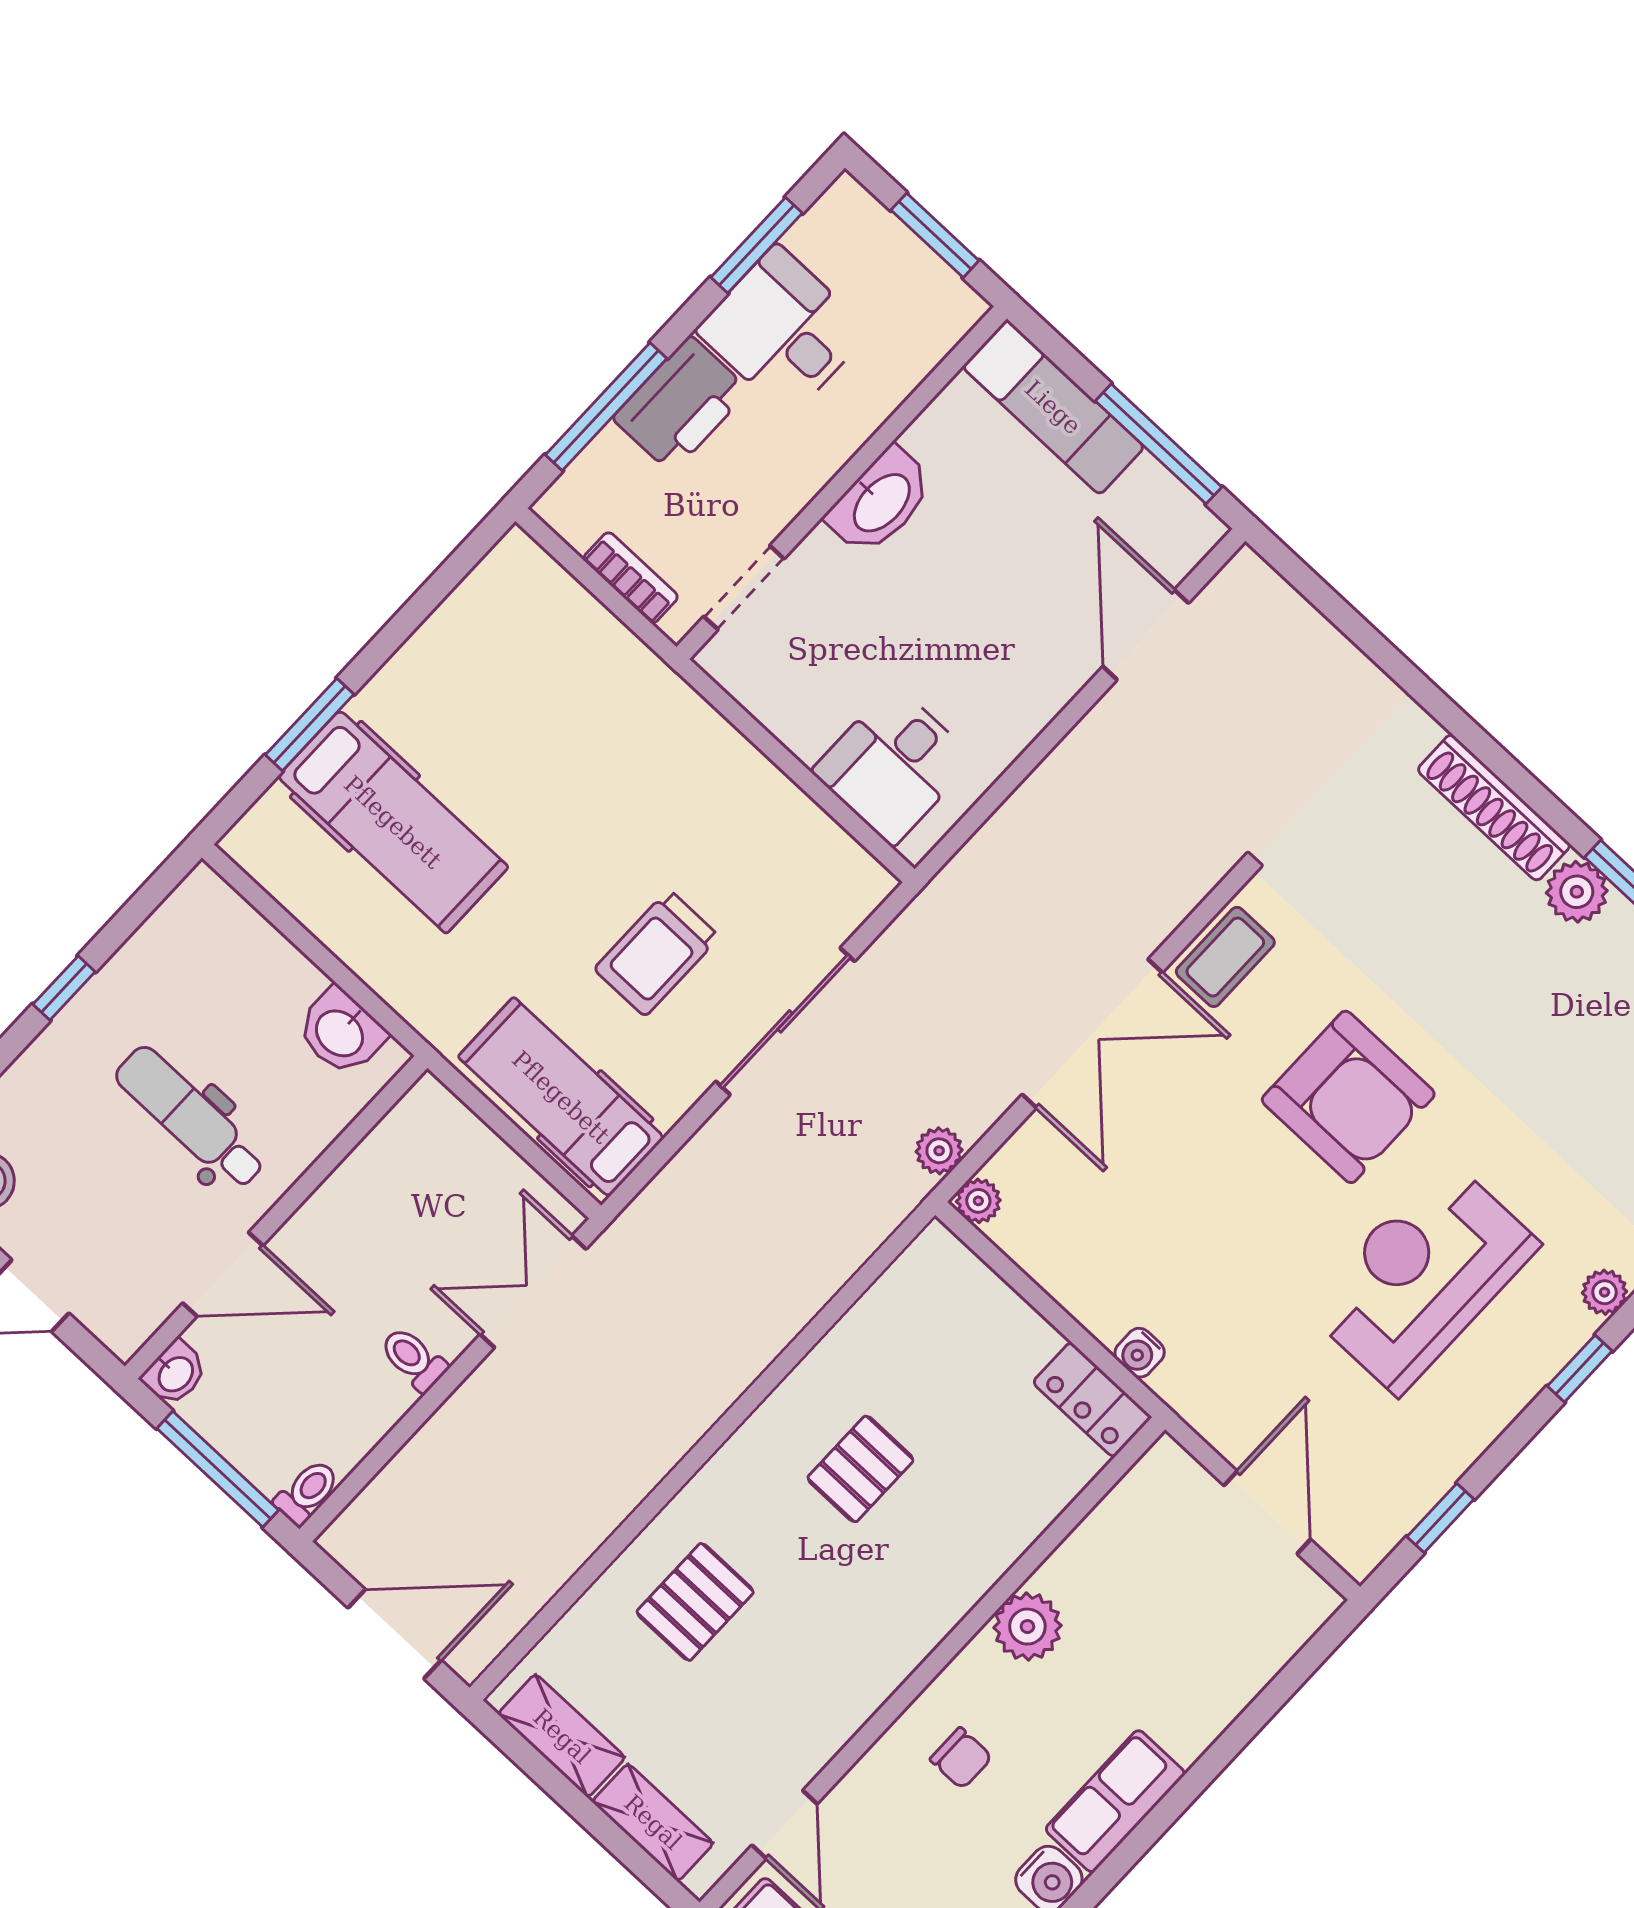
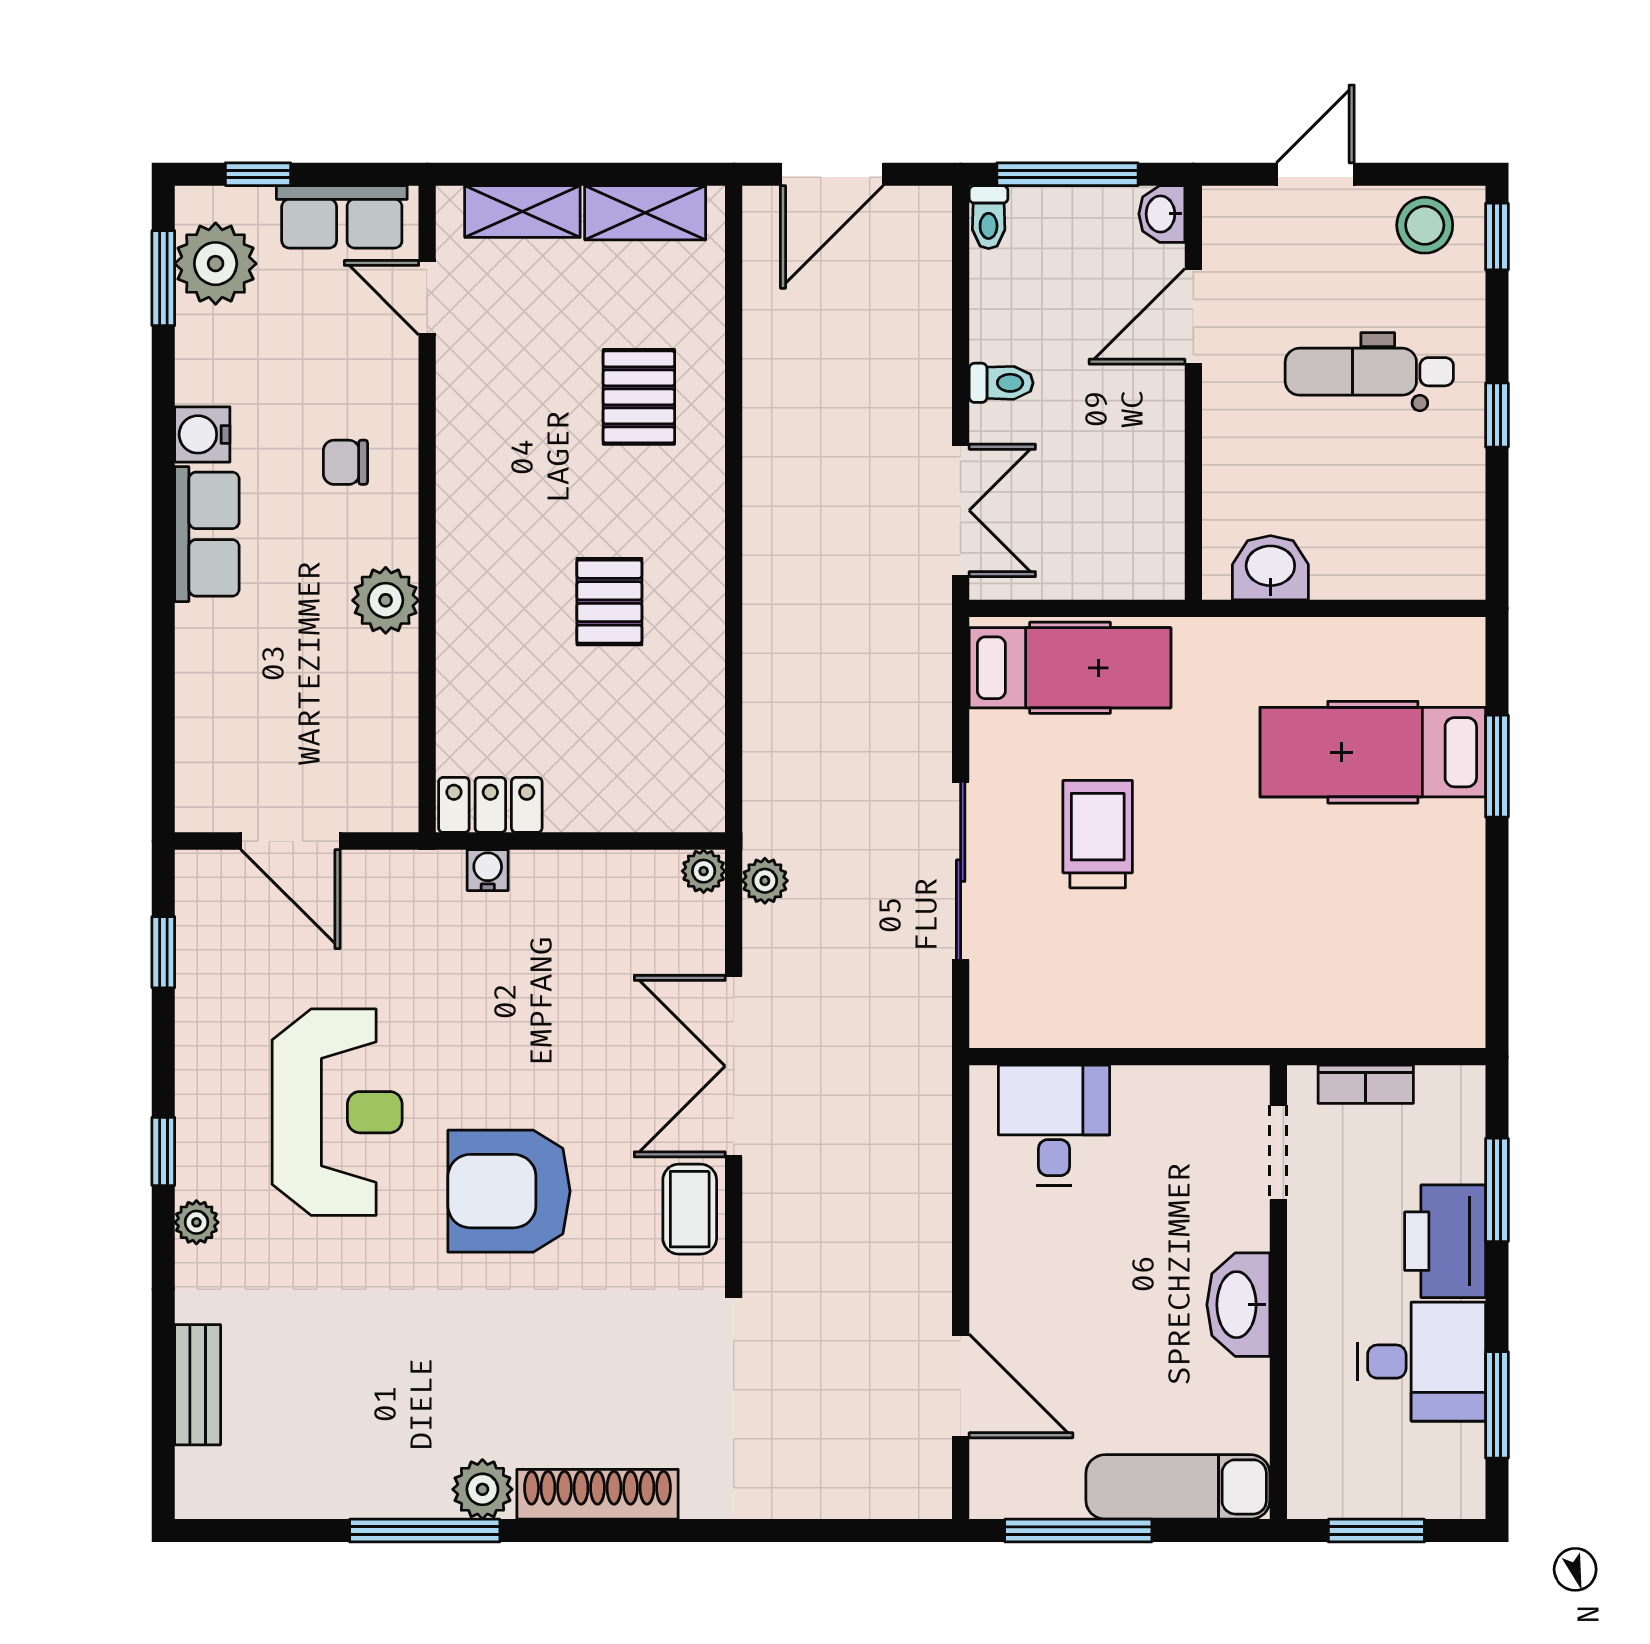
window: (606, 407) -> (1497, 1190), width x0.69
dental chair: (190, 1118) -> (1369, 372), moved, turned 180

